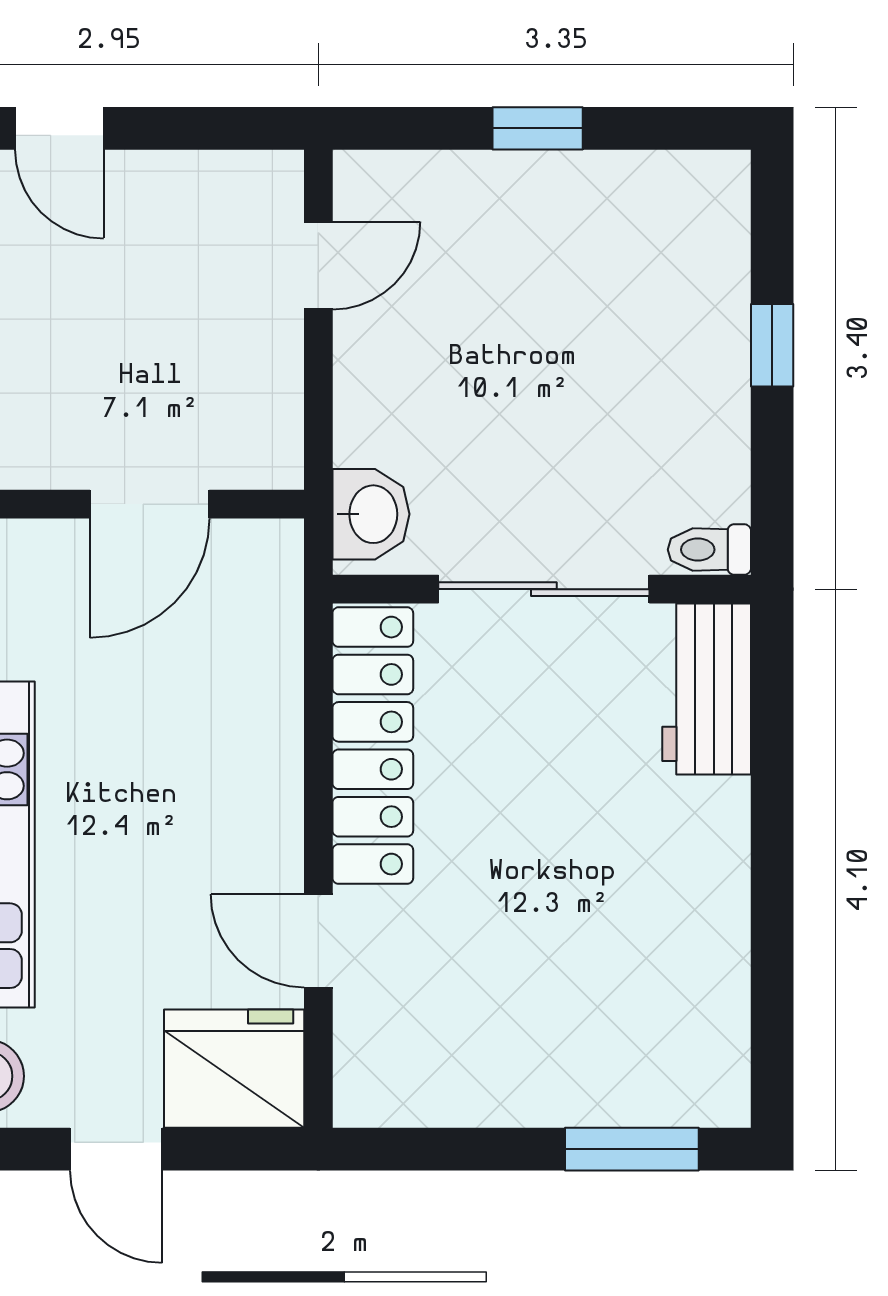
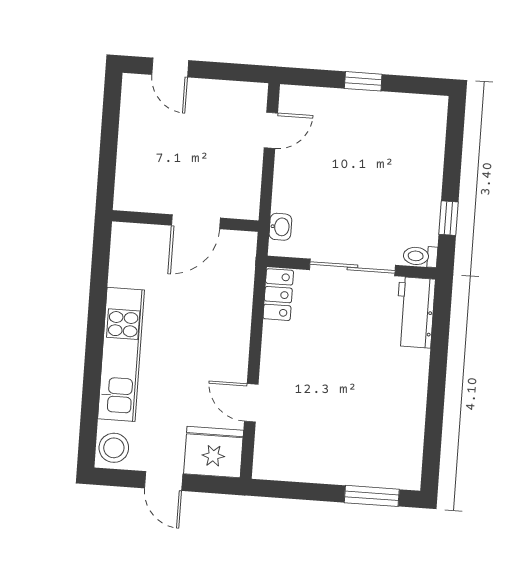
window: (772, 345) -> (448, 218), moved
washbasin: (371, 514) -> (280, 227), width x0.72, depth x0.69
locker: (373, 746) -> (278, 295), width x0.46, depth x0.83

